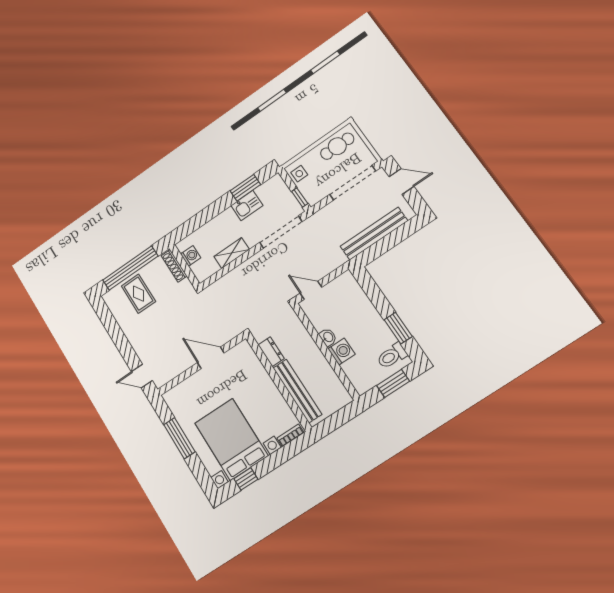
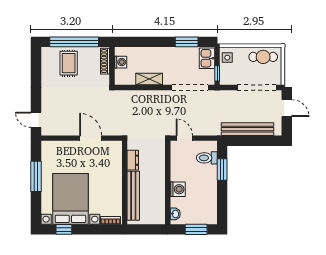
kitchen sink: (247, 206) -> (207, 58), moved, turned 90
window: (398, 328) -> (222, 170), moved
washbasin: (328, 337) -> (175, 214), moved
toilet: (392, 356) -> (207, 158), moved

